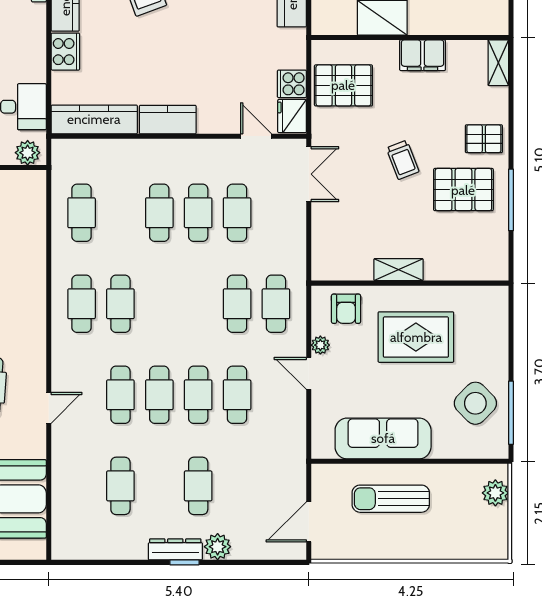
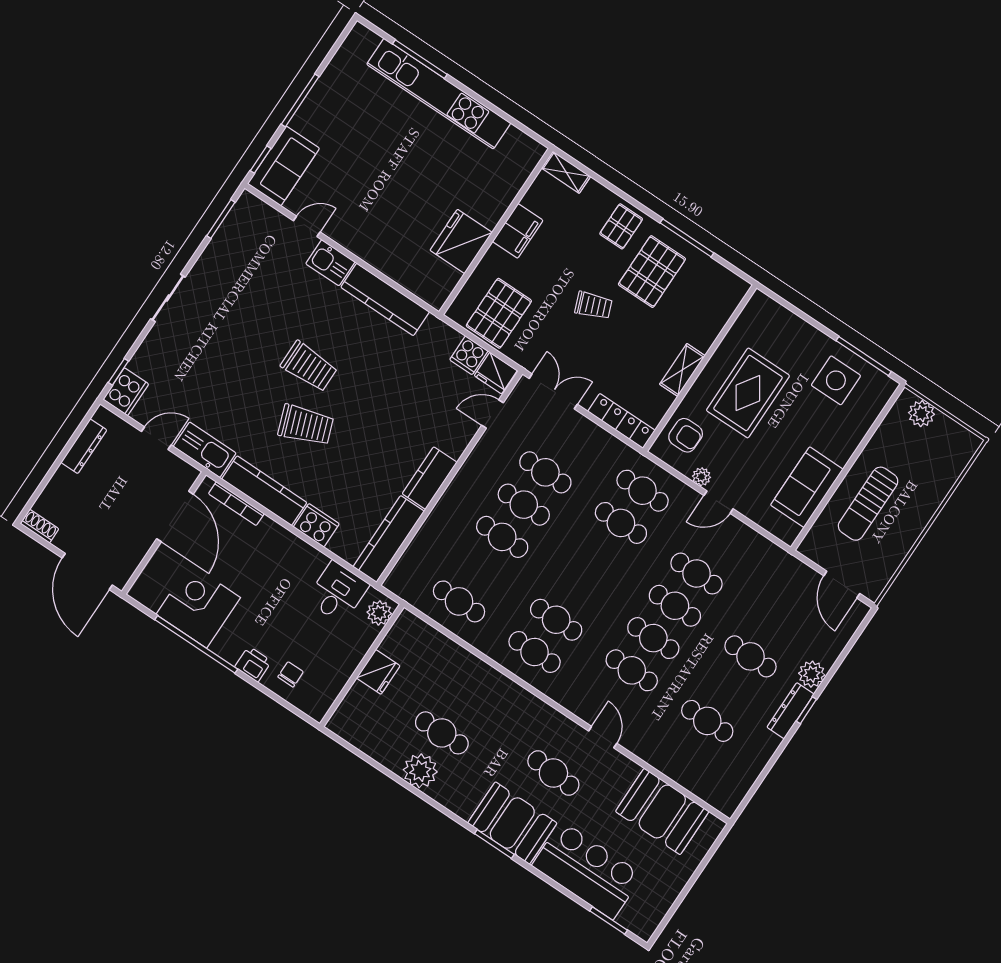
locker: (322, 247) -> (621, 421), added
side table: (475, 403) -> (836, 380), turned 45
sofa: (383, 438) -> (807, 487), width x0.73

